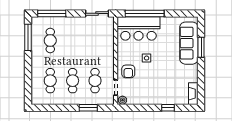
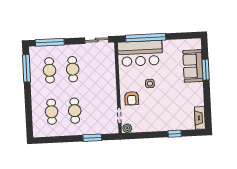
sofa: (189, 43) -> (193, 66), width x0.73
cafe table: (95, 81) -> (73, 69), moved

